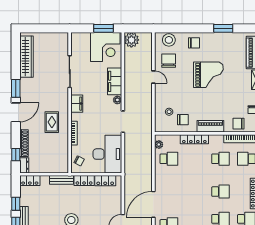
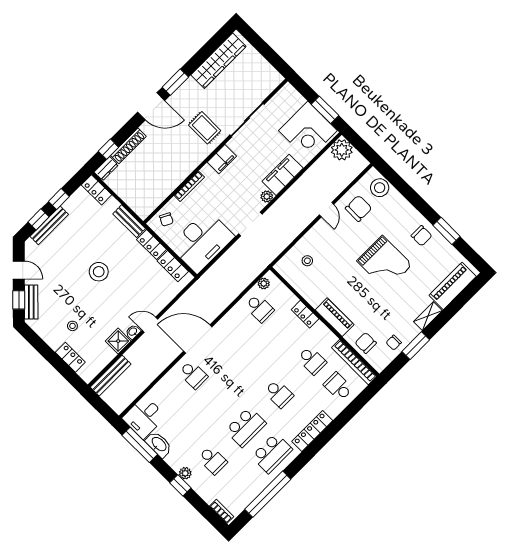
chair: (194, 43) -> (422, 236), moved
chair: (183, 120) -> (313, 283), removed
rug: (52, 122) -> (205, 128), moved, turned 90
locker: (194, 139) -> (305, 314), width x0.66

